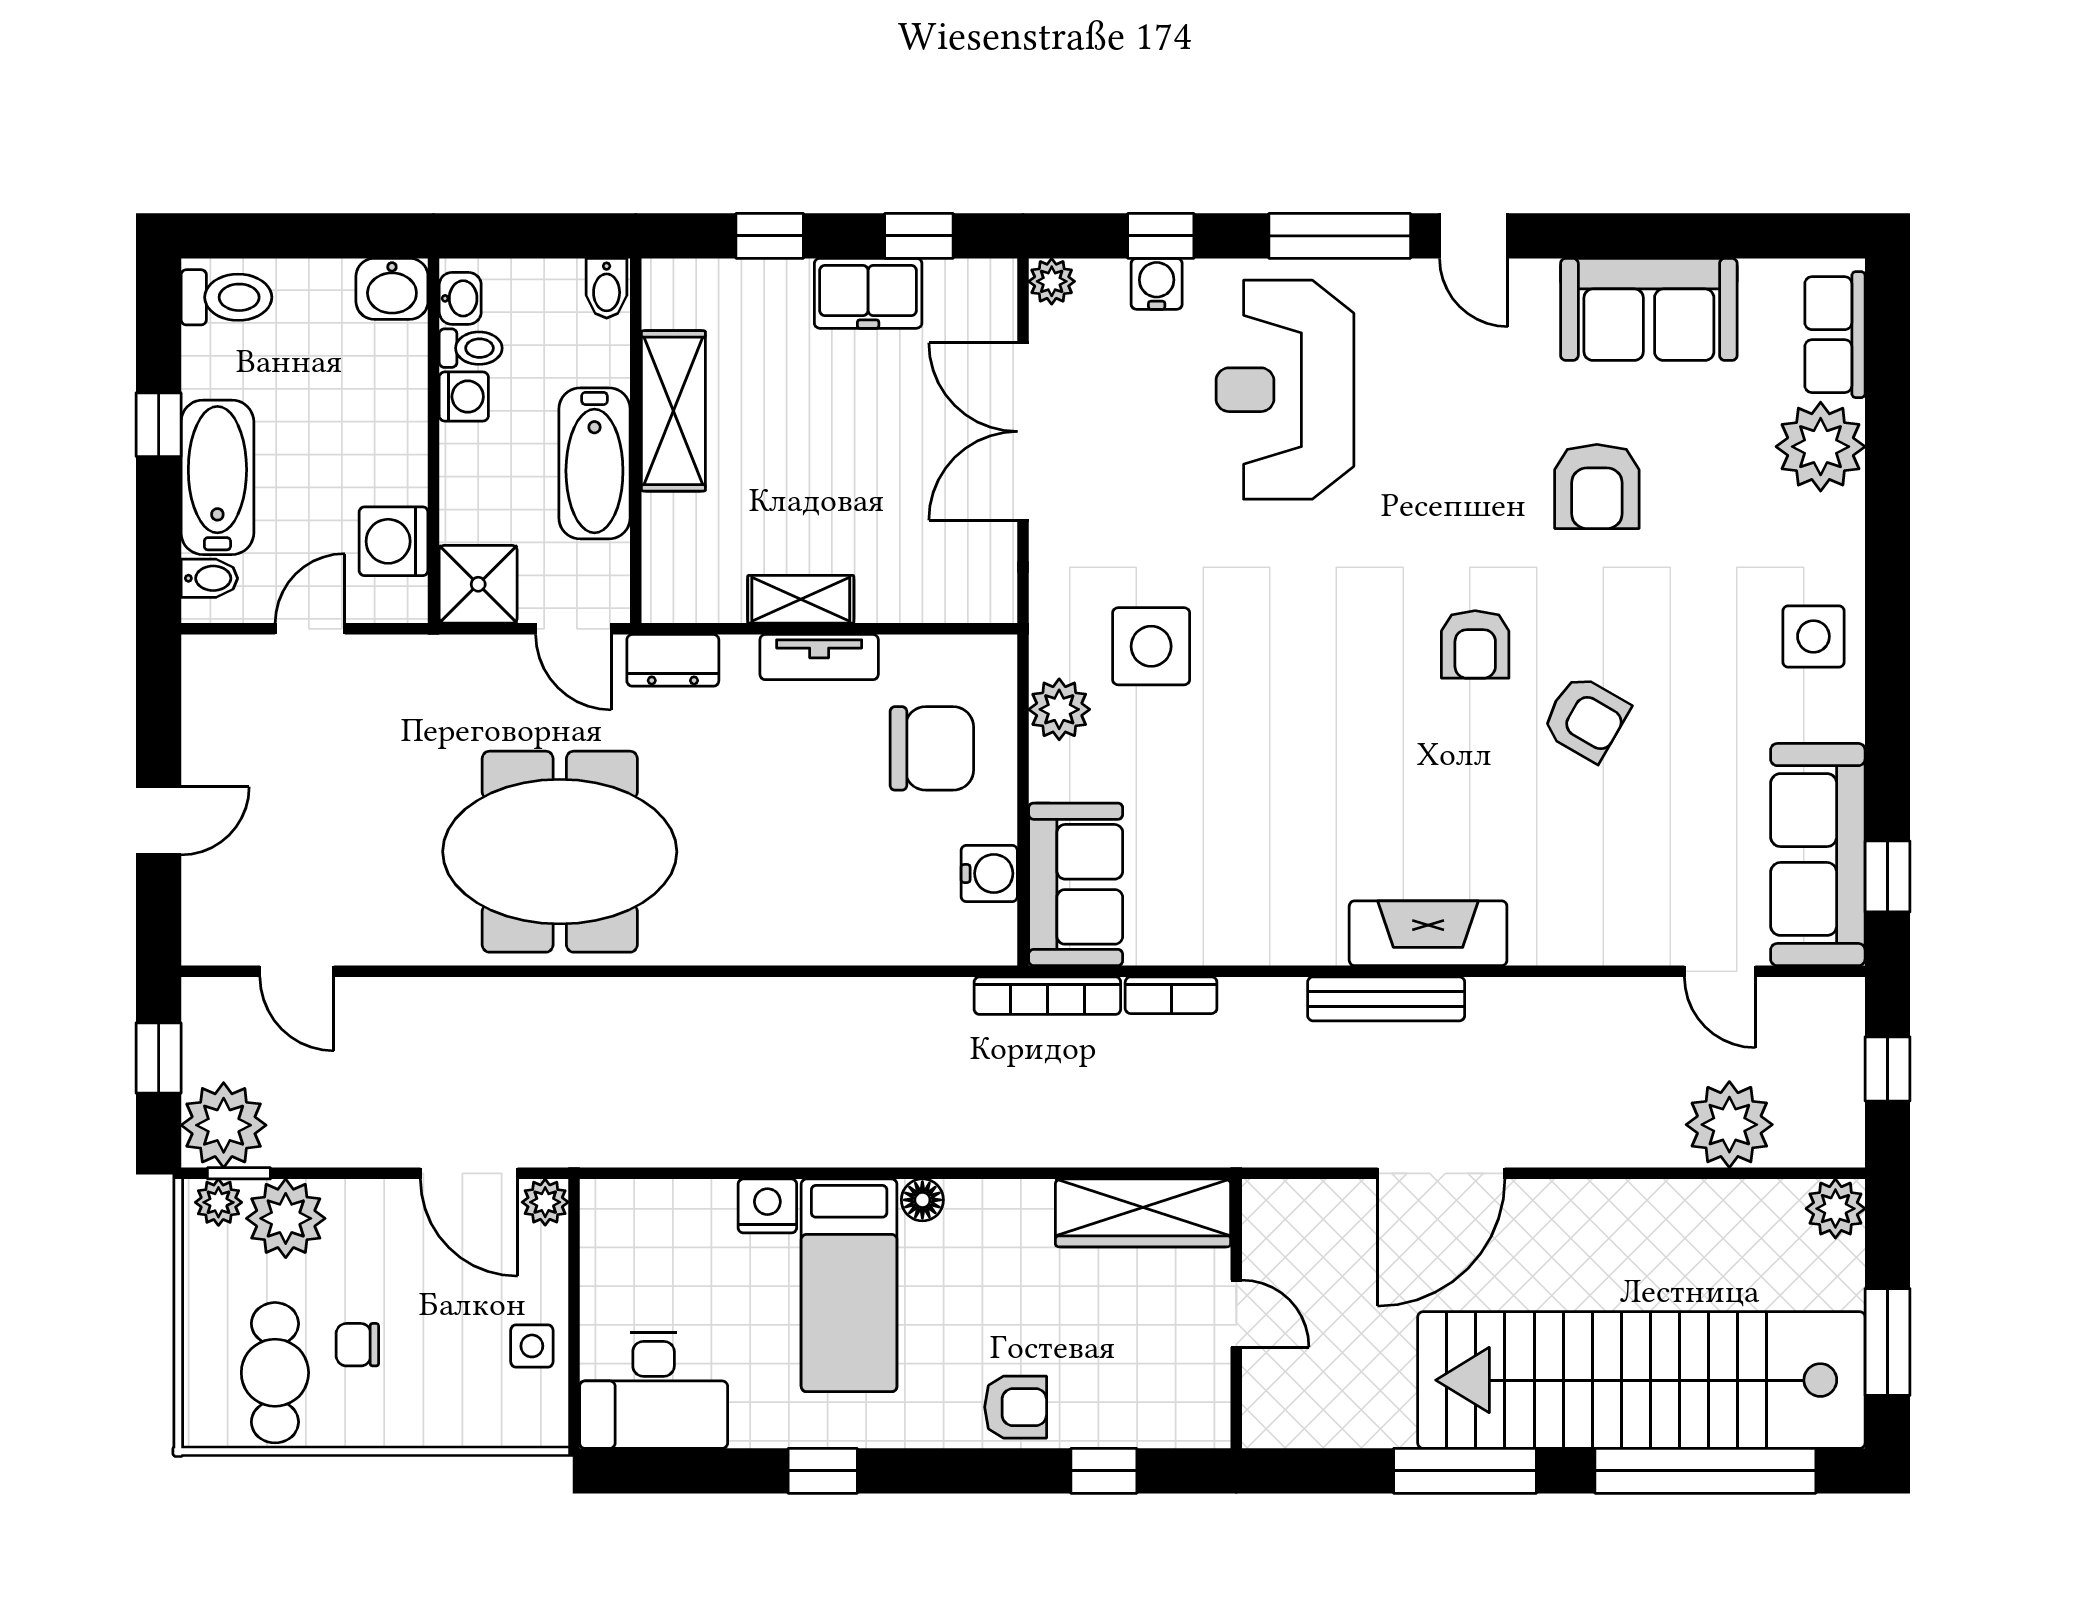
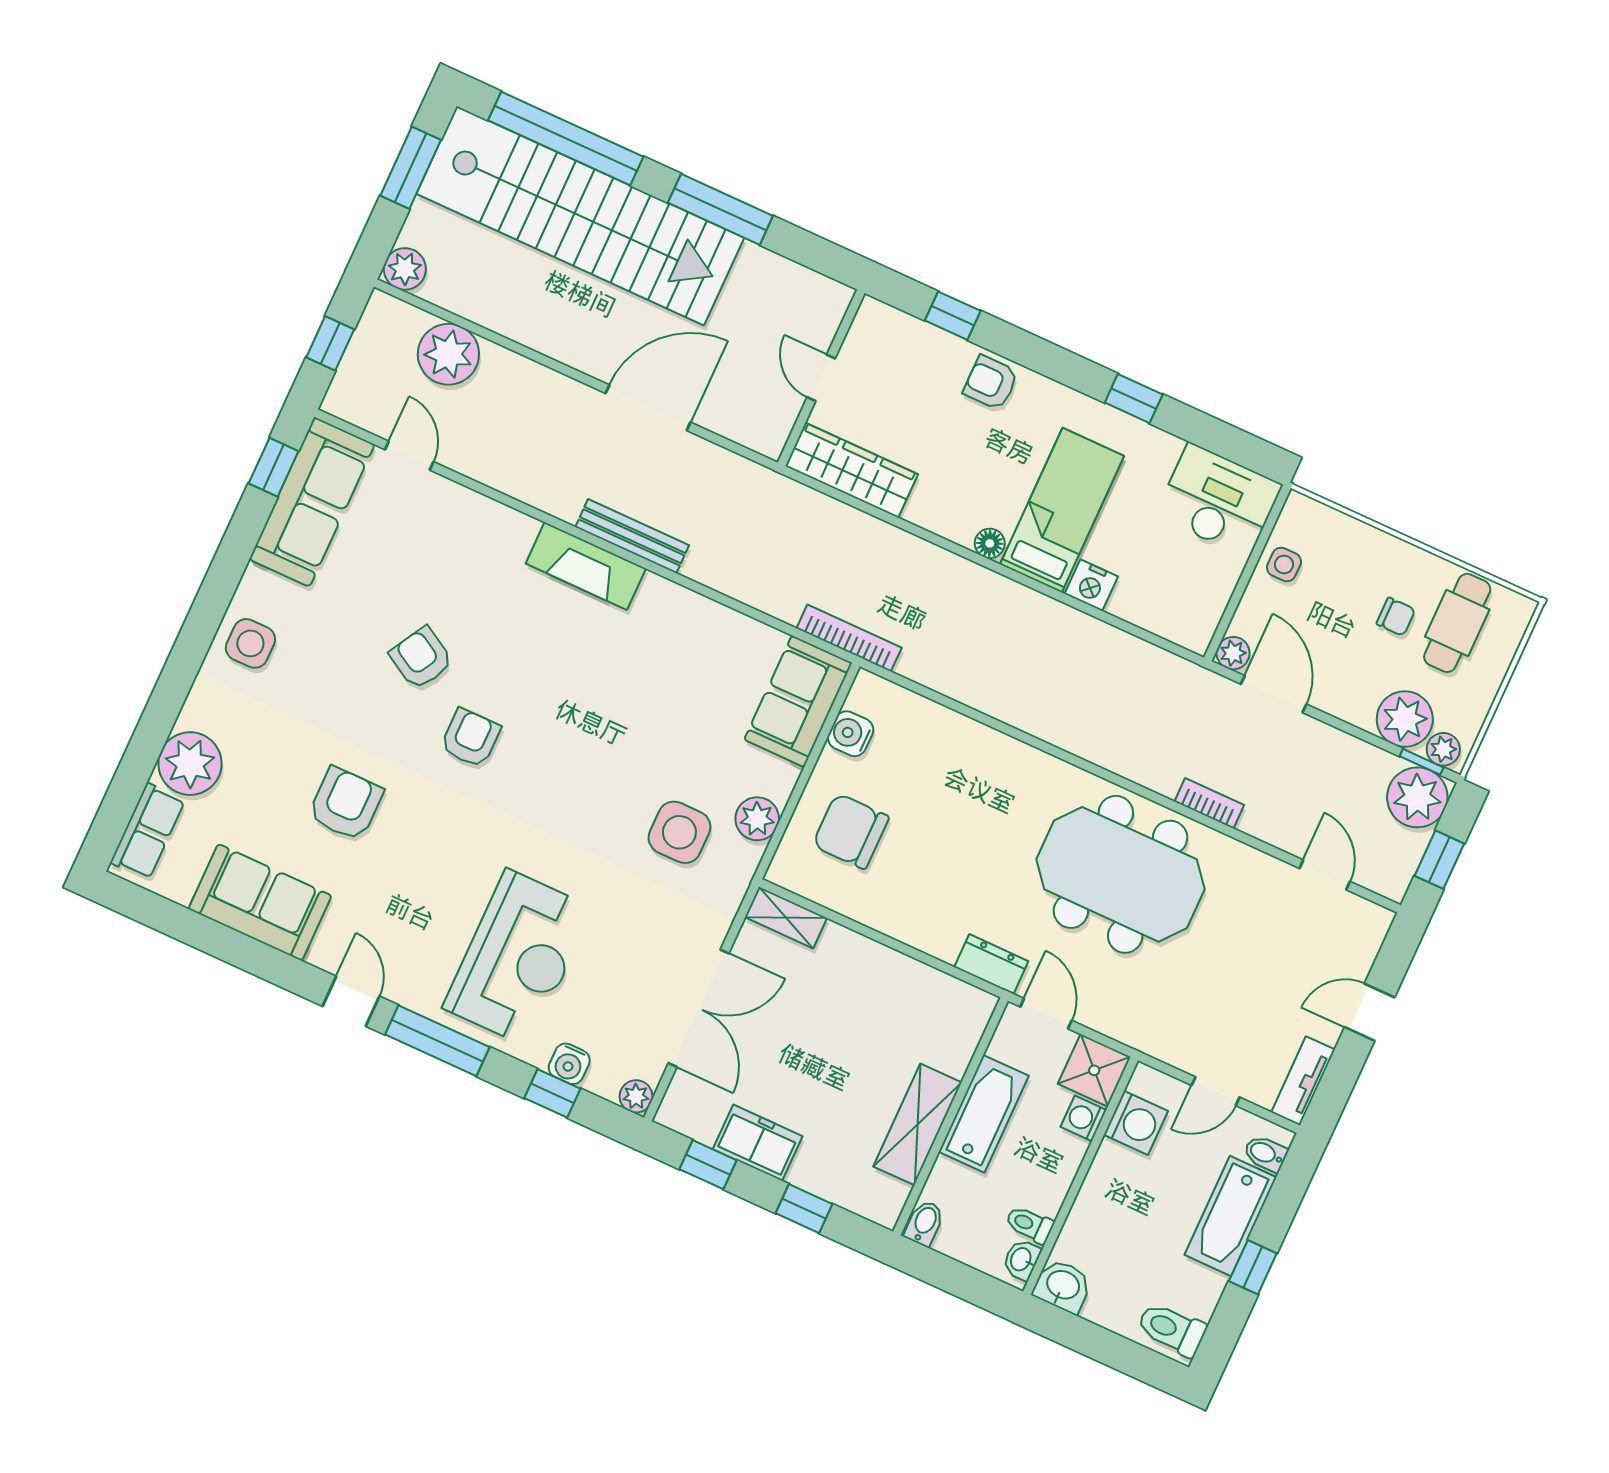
washing machine: (464, 397) -> (1083, 1118), moved
shelving: (801, 599) -> (786, 918), moved
tv unit: (819, 657) -> (1303, 1081), moved, turned -90
bookcase: (1171, 995) -> (1209, 803), moved

